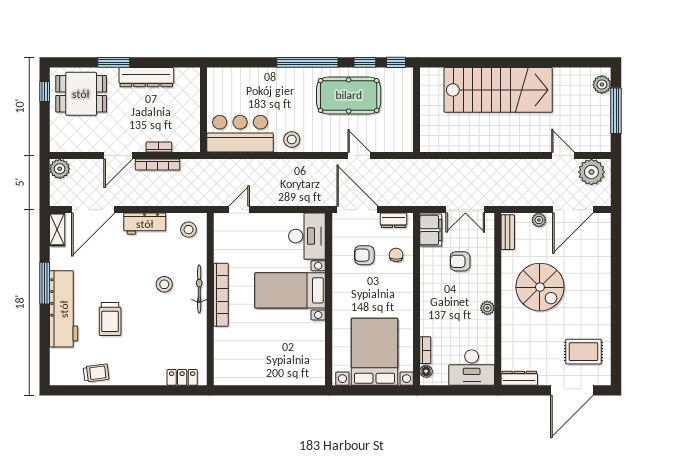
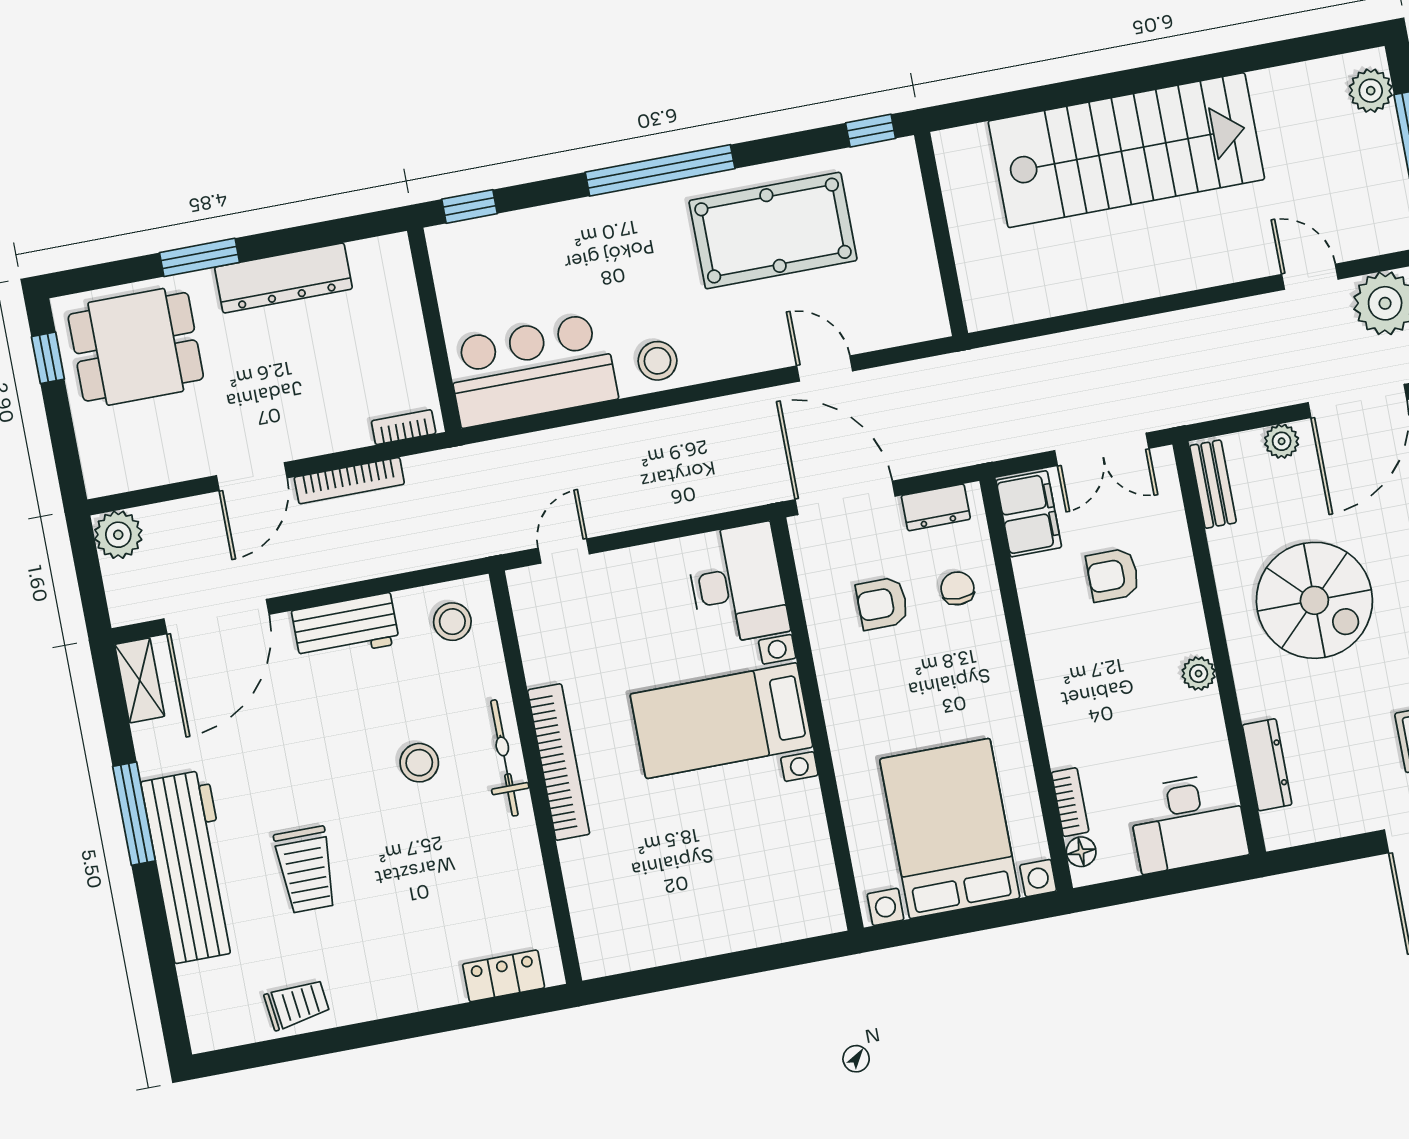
window: (365, 62) -> (469, 206), moved
bookcase: (159, 147) -> (404, 427), moved
dresser: (519, 378) -> (1267, 765), moved, turned 90

